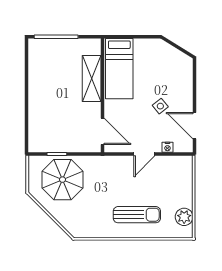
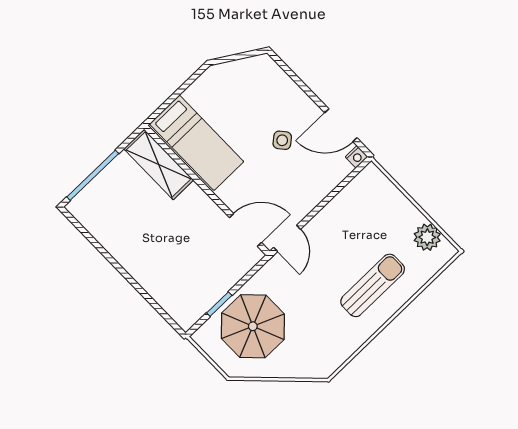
shelving: (92, 78) -> (159, 164), moved
nightstand: (167, 147) -> (356, 157), moved
door: (144, 154) -> (287, 238), moved

